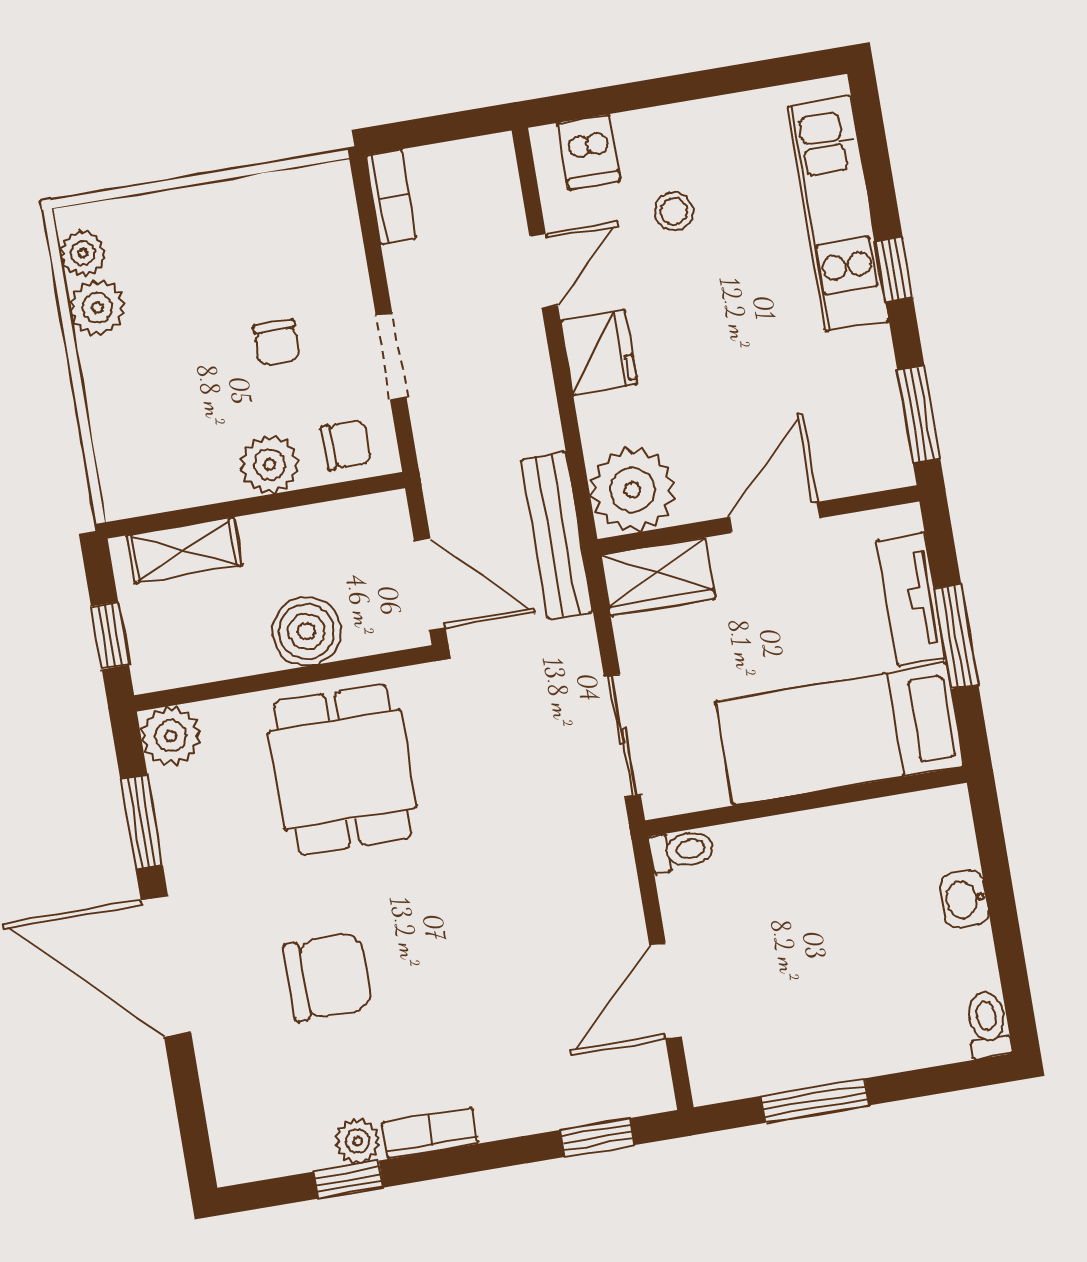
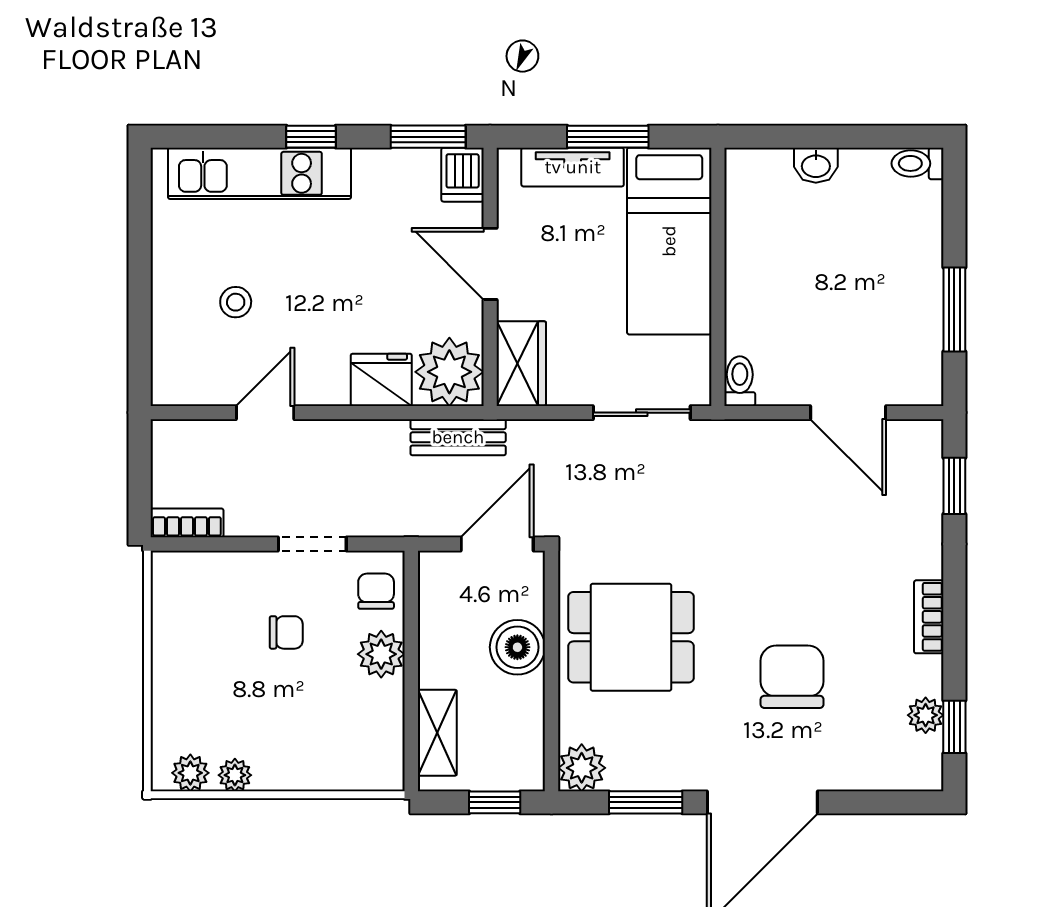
dishwasher: (589, 152) -> (463, 175), moved, turned 90
door: (544, 271) -> (265, 413), hinge flipped
plant: (97, 308) -> (235, 775), width x0.73, depth x0.73
fridge: (599, 352) -> (381, 380), moved
bench: (557, 536) -> (458, 437), width x0.73
plant: (358, 1141) -> (926, 715), moved
window: (348, 1180) -> (954, 727), moved

